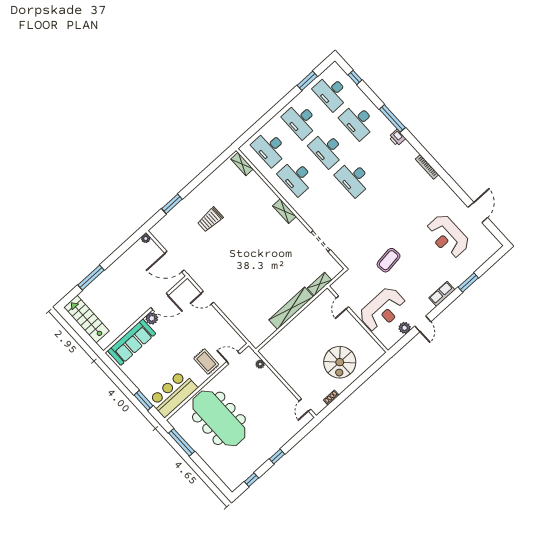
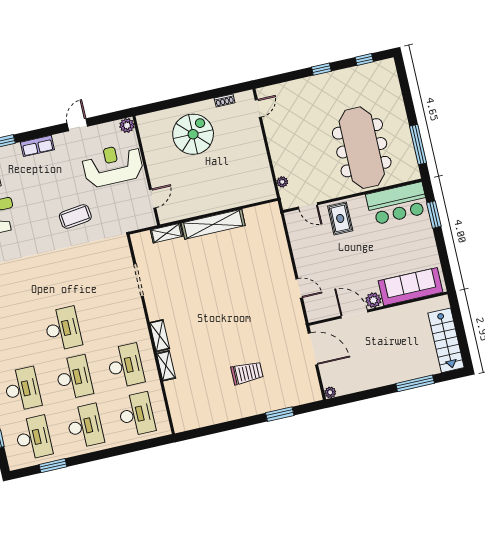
shelving: (242, 164) -> (166, 366), moved
plant: (405, 328) -> (127, 125), moved

